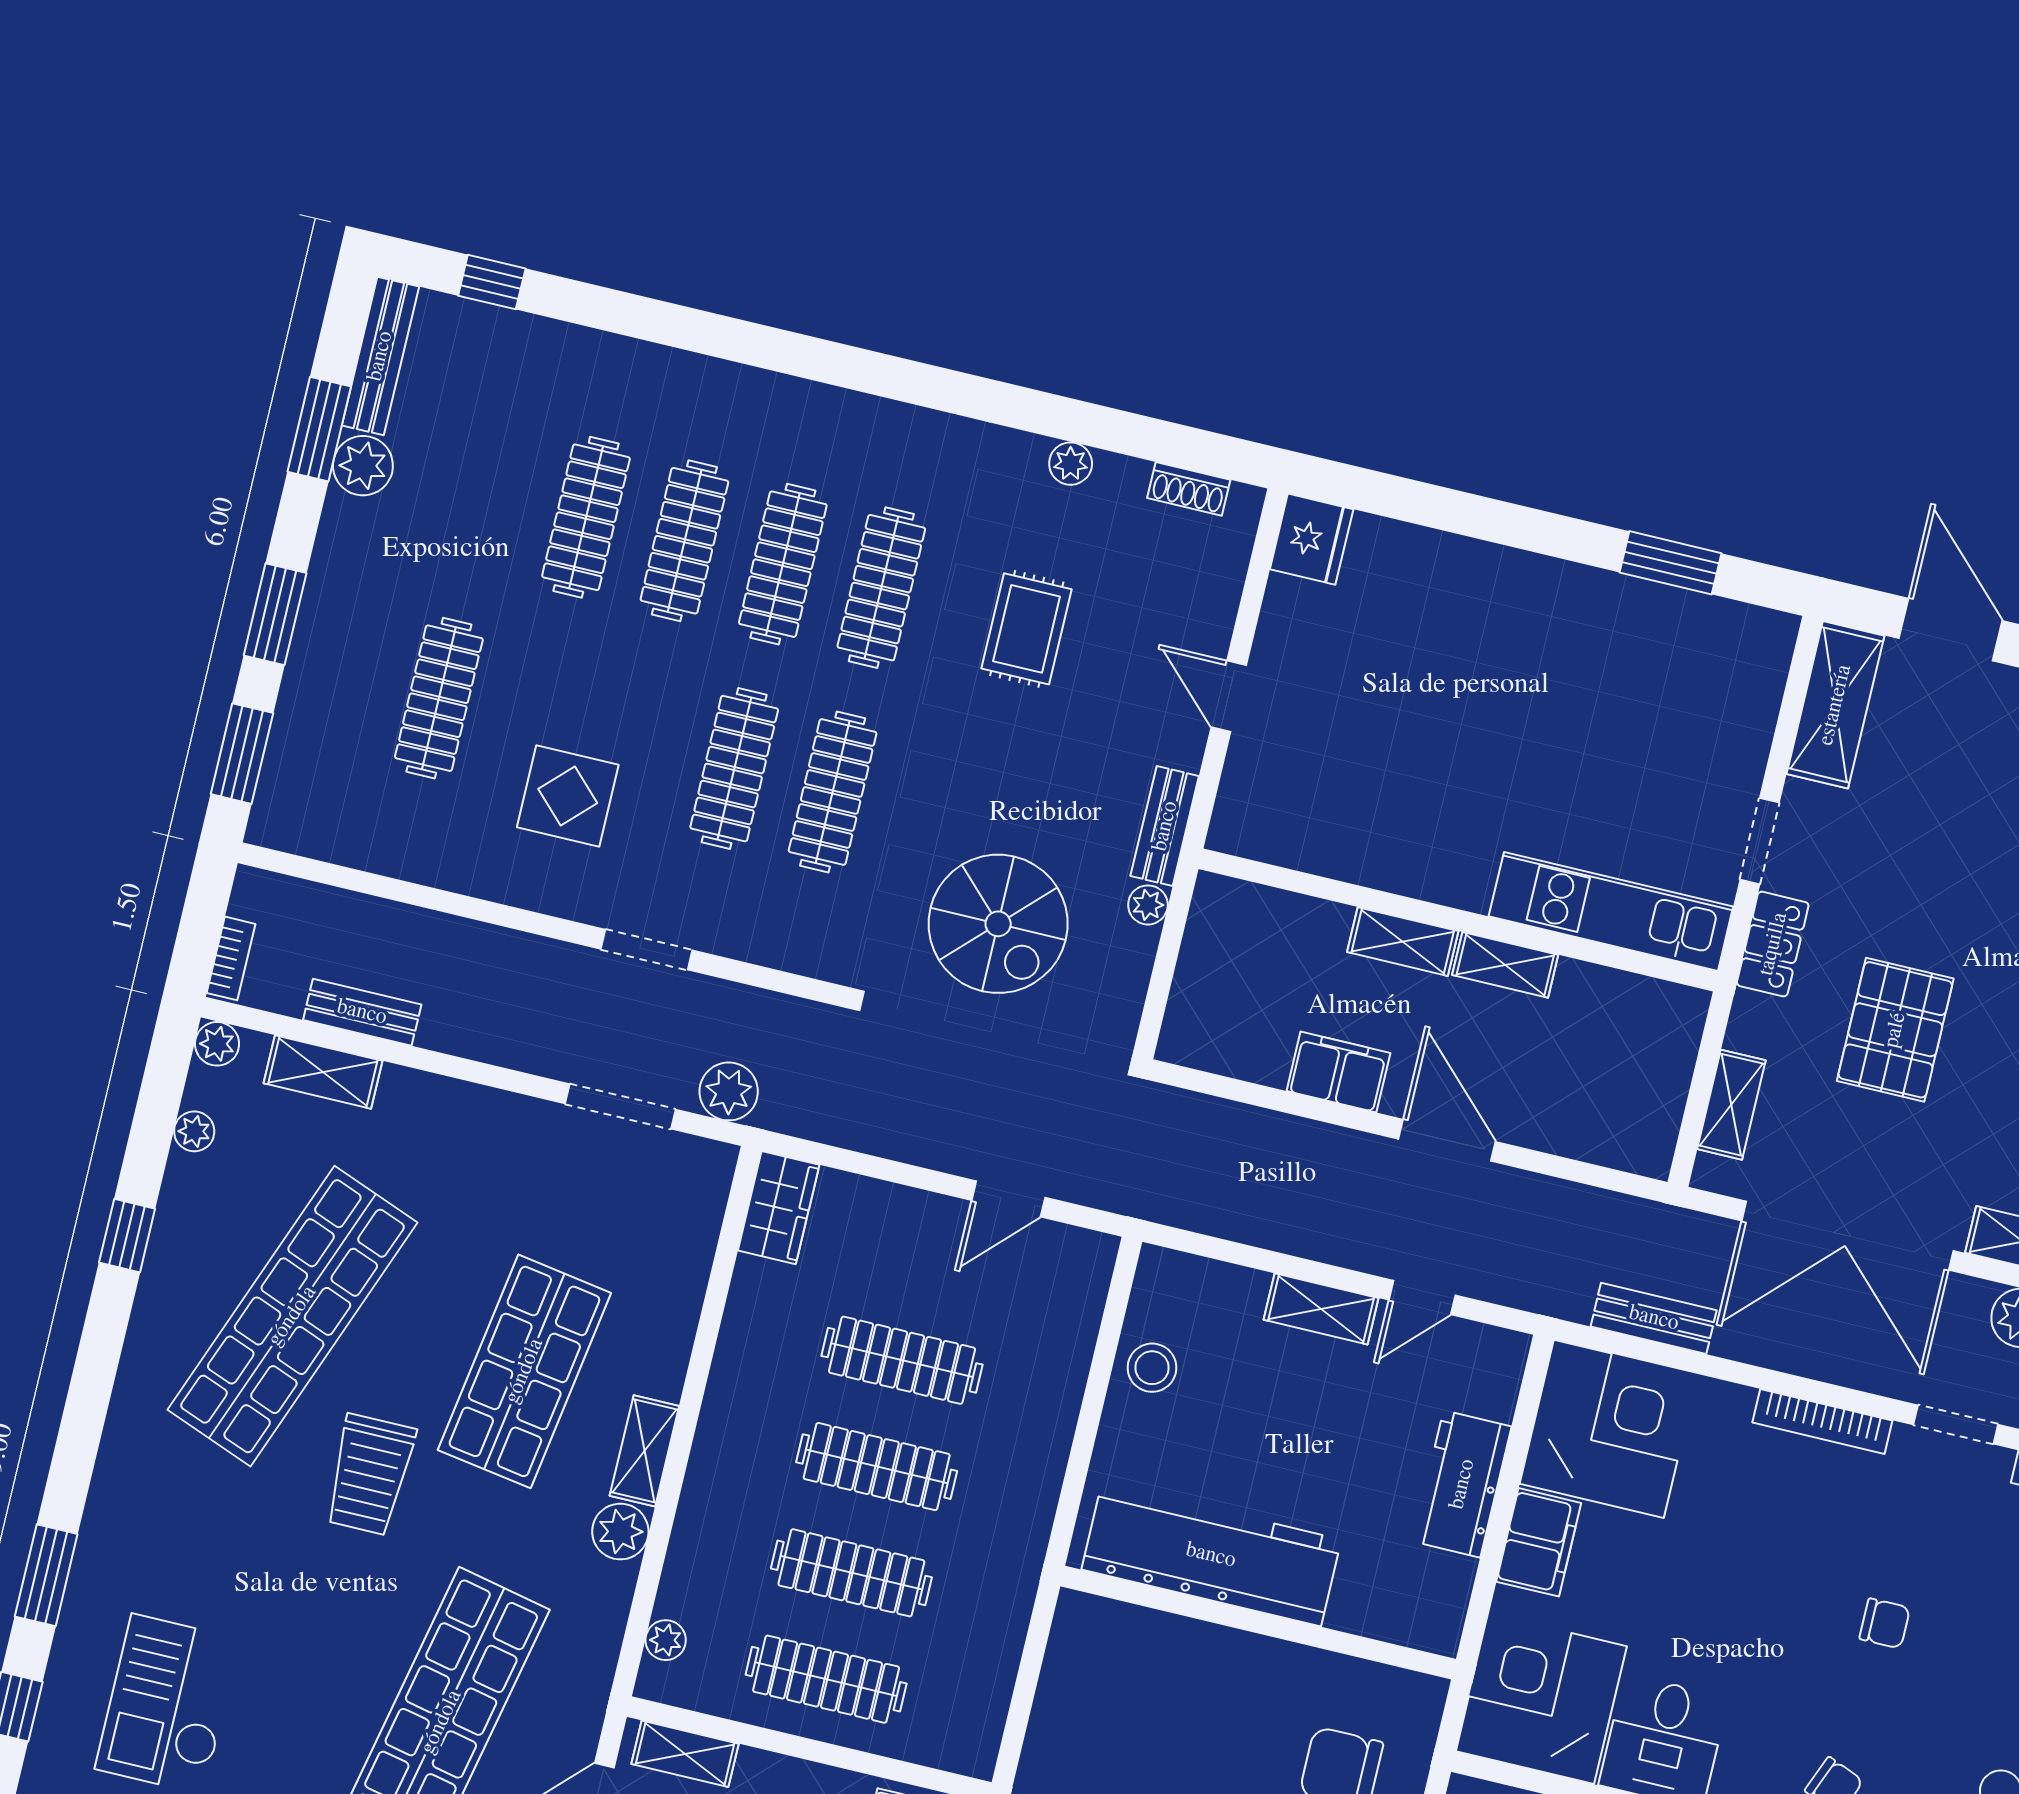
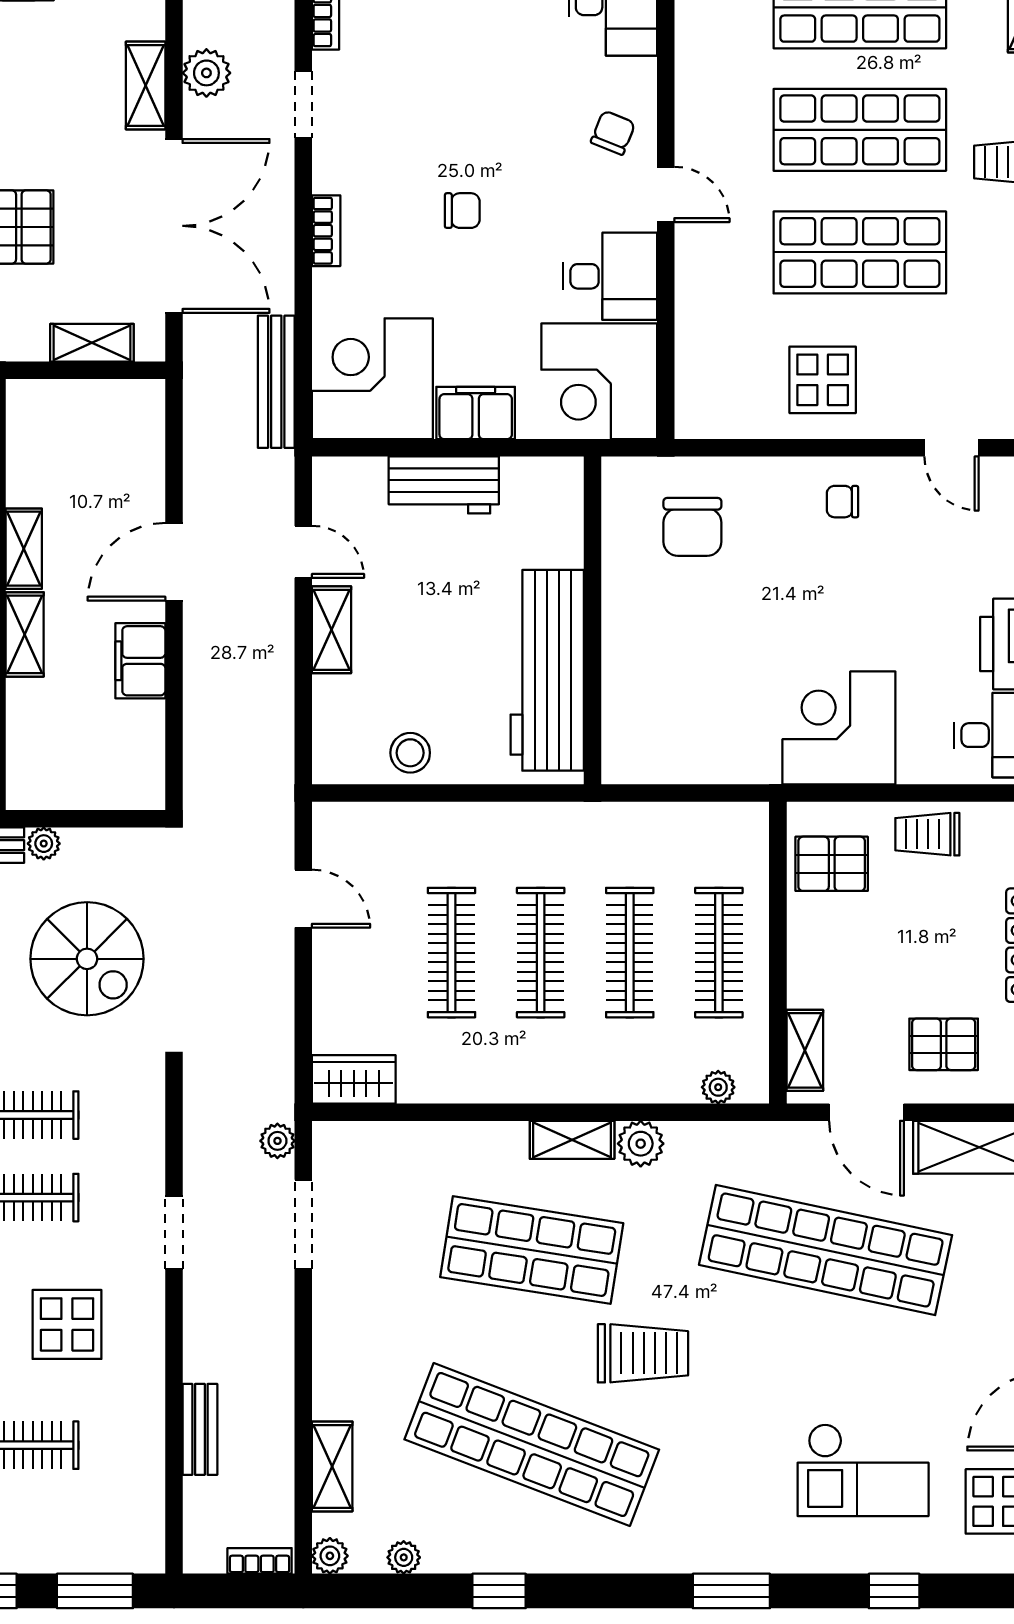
spiral stairs: (998, 924) -> (87, 959), turned 90
bench: (362, 1012) -> (200, 1429), moved
plant: (729, 1091) -> (277, 1141), width x0.73, depth x0.73
bench: (1654, 1318) -> (276, 382), width x1.36
bookcase: (1822, 1422) -> (326, 231), width x0.64
window: (46, 1575) -> (731, 1591), moved
chair: (1885, 1623) -> (462, 211), moved, turned 90

